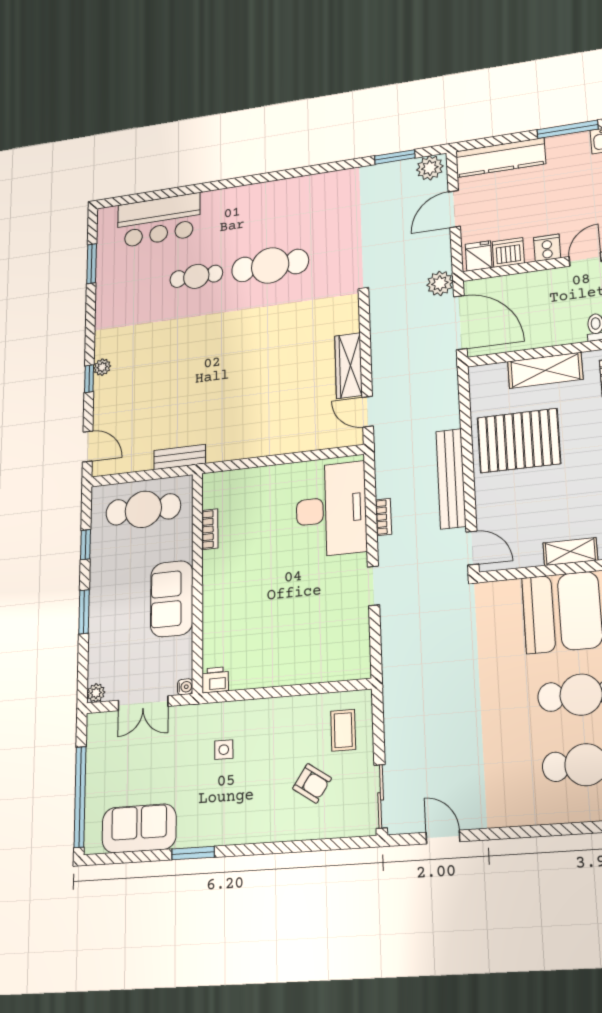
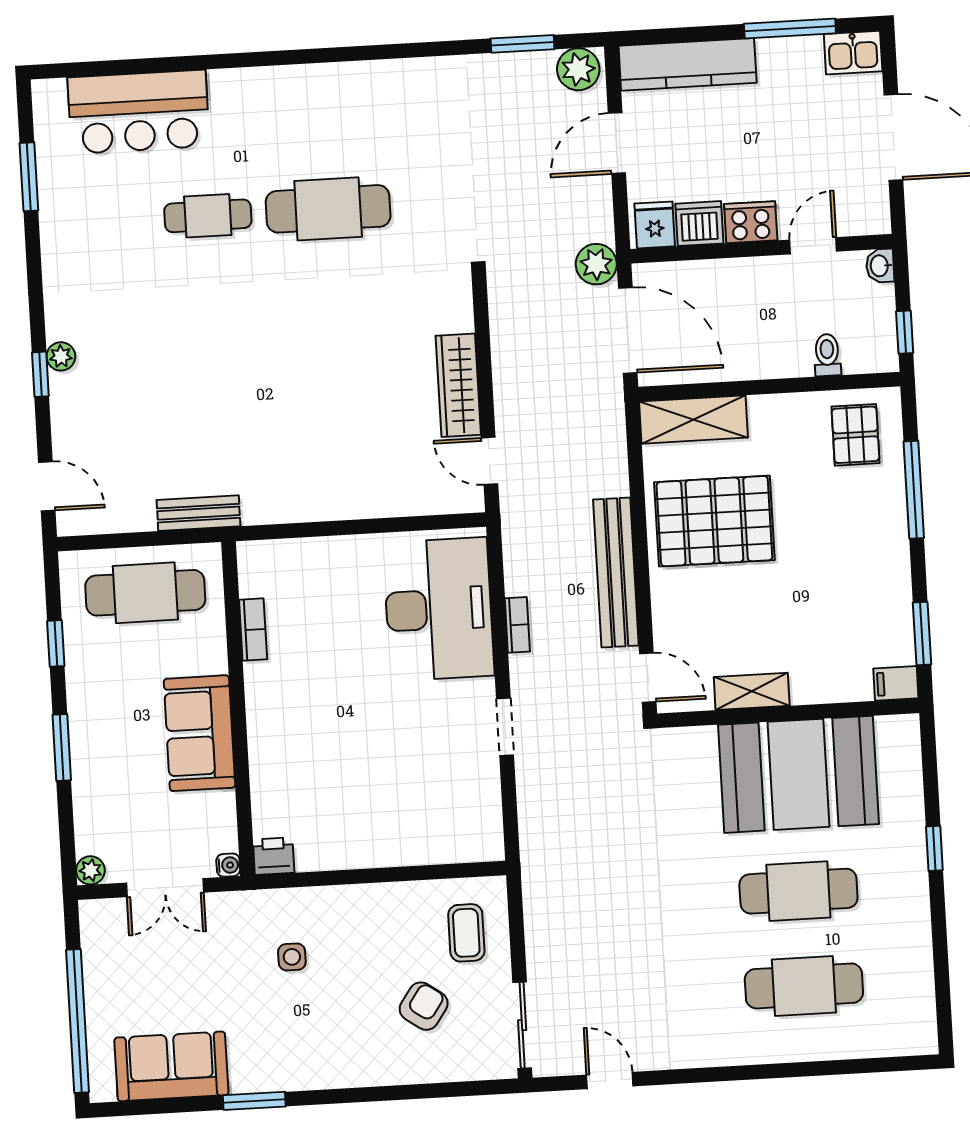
cooker: (547, 248) -> (751, 222), width x1.36
shelving: (545, 370) -> (693, 420), moved
shelving: (570, 551) -> (752, 691), moved
armchair: (312, 783) -> (424, 1006), turned -89

